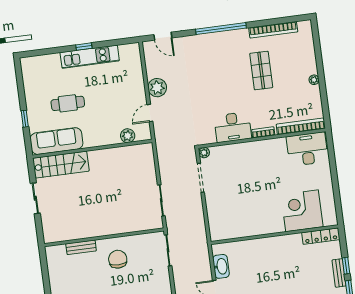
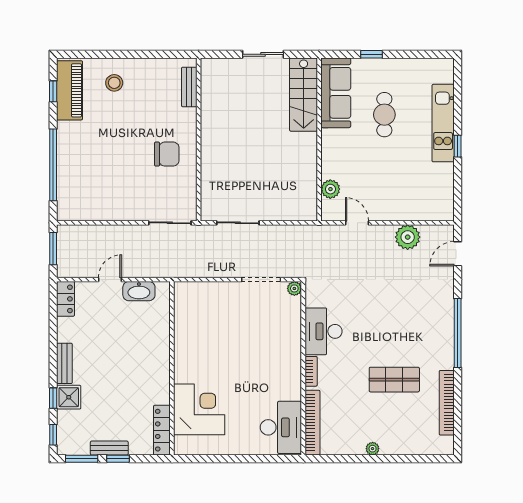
kitchen unit: (90, 57) -> (443, 123), moved
plant: (157, 88) -> (408, 237), moved
bench: (81, 247) -> (189, 87), moved

